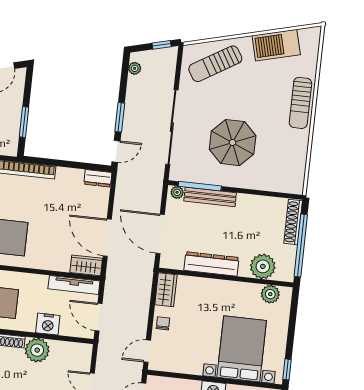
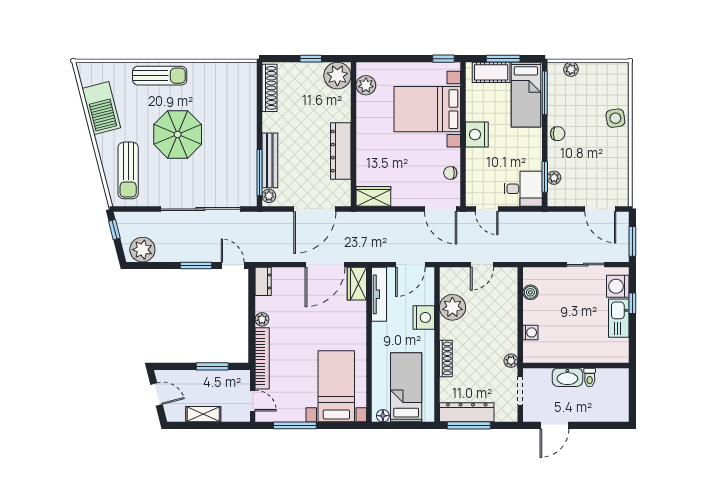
sun lounger: (215, 64) -> (128, 170), turned 31
plant: (135, 68) -> (142, 250), width x1.88, depth x1.88
parasol: (233, 143) -> (178, 134), moved
plant: (63, 173) -> (262, 319), added
shoe rack: (293, 222) -> (270, 88), moved, turned -90
window: (301, 246) -> (311, 59), width x0.32
plant: (263, 266) -> (337, 76), moved
chair: (163, 323) -> (450, 173), moved
plant: (37, 350) -> (452, 307), moved
door: (147, 351) -> (441, 209), width x1.38

